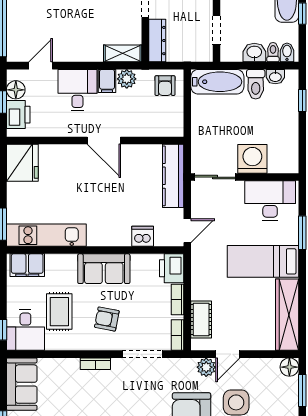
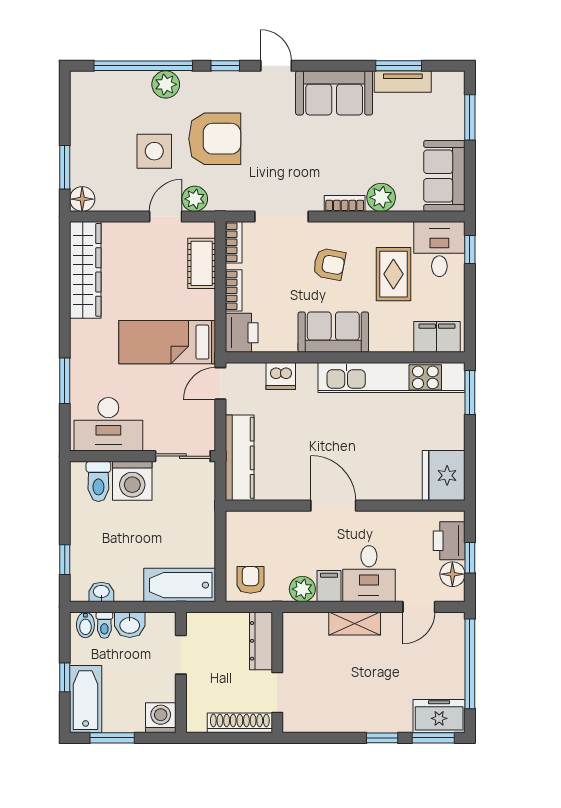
shelving: (123, 53) -> (355, 623), moved
toilet: (256, 84) -> (98, 481), moved, turned 180
kitchen unit: (46, 235) -> (392, 377), width x1.36
bed: (263, 261) -> (167, 342), moved, turned 180
plant: (68, 368) -> (381, 197), added

